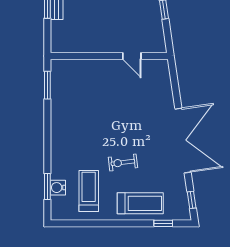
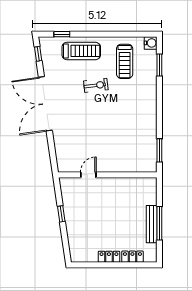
door: (132, 56) -> (88, 175), hinge flipped
water cooler: (58, 188) -> (151, 43), moved
treadmill: (140, 203) -> (81, 51), turned 180

